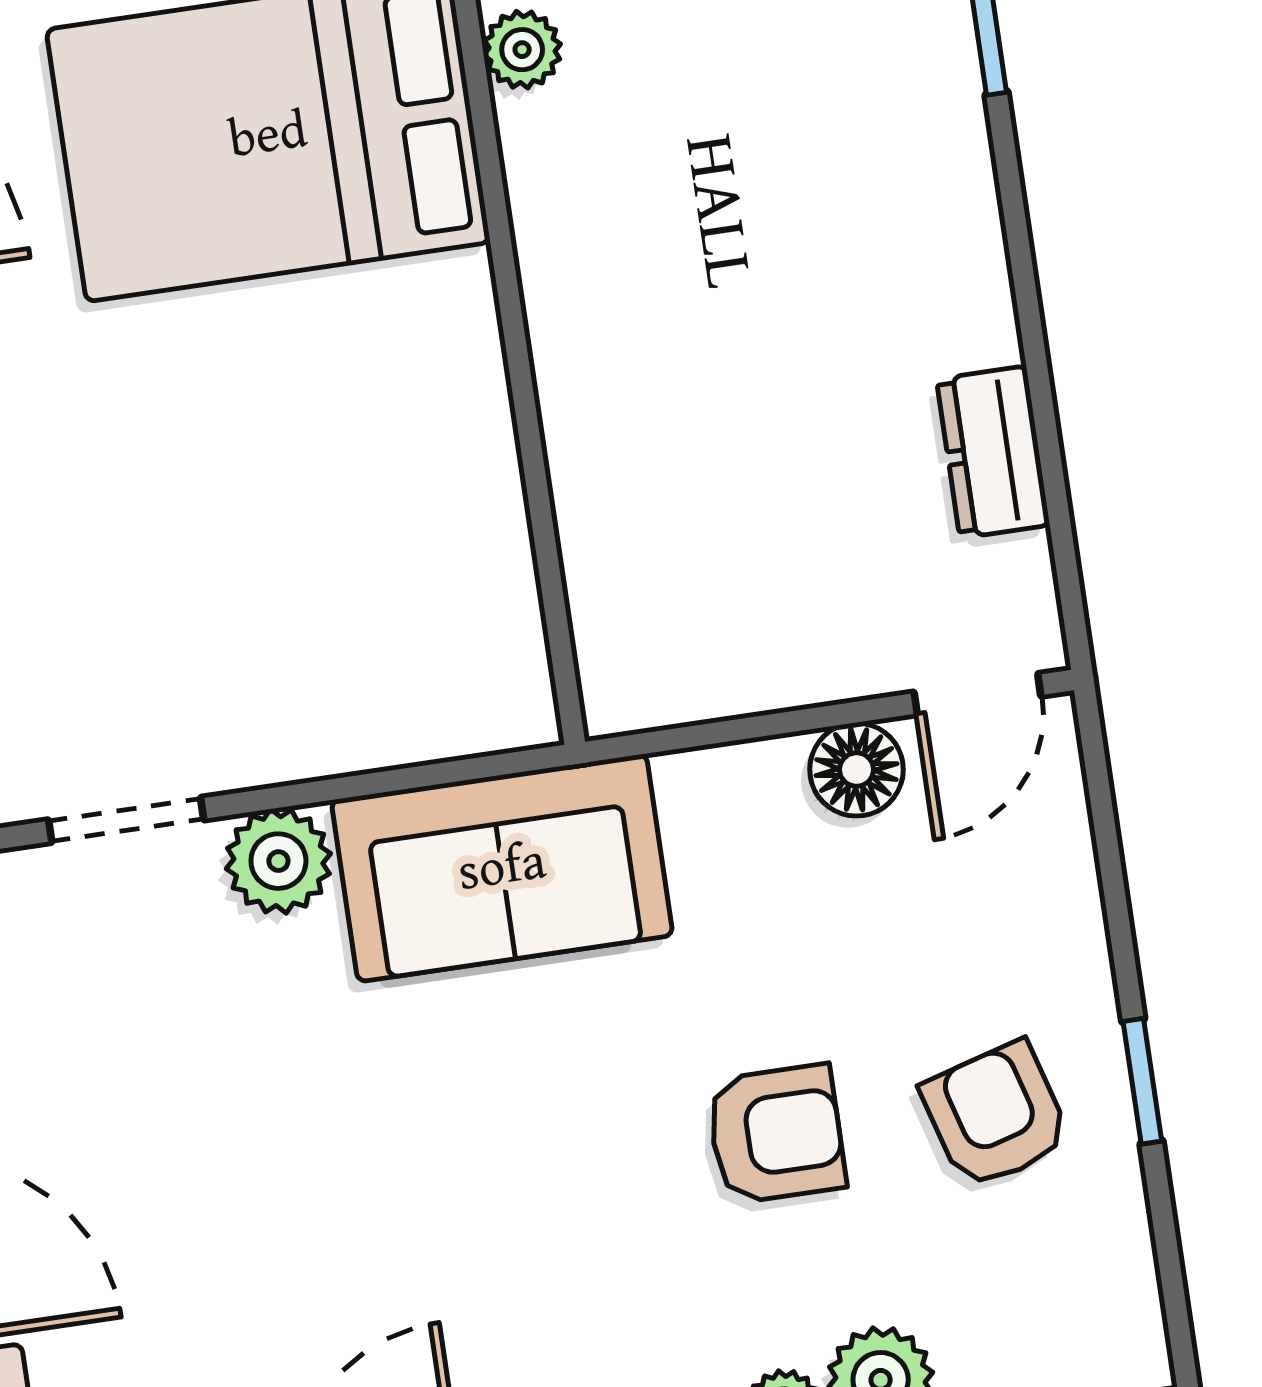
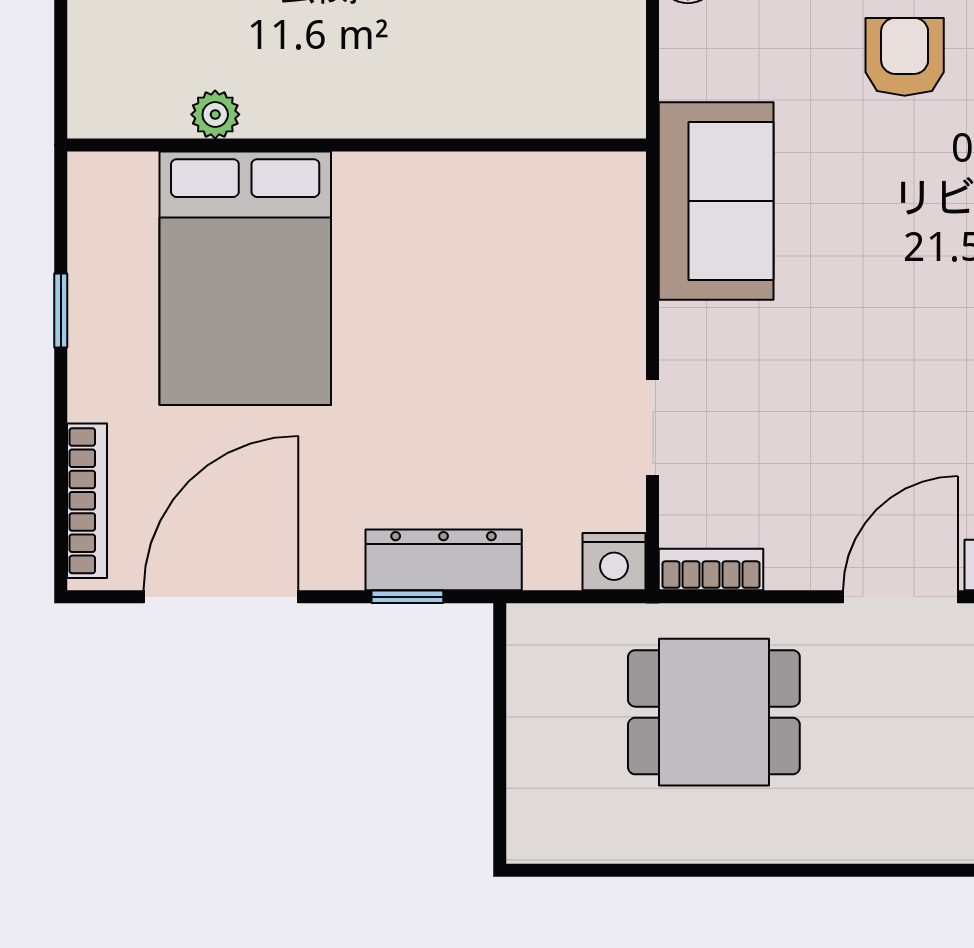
plant: (278, 861) -> (692, 338), removed

